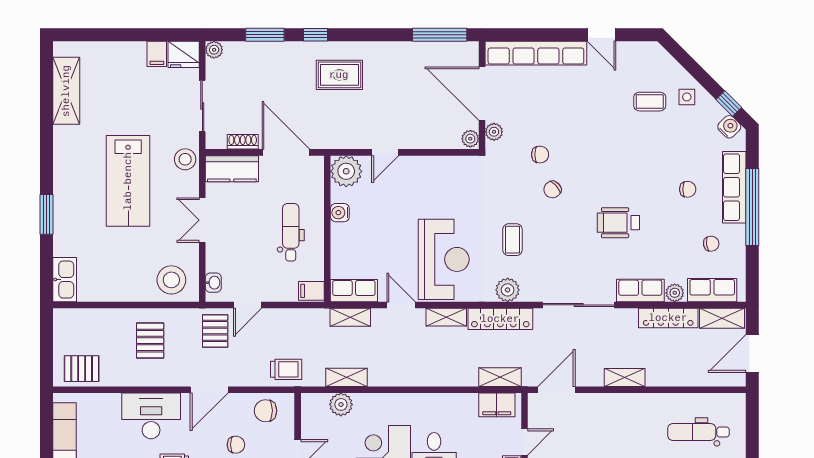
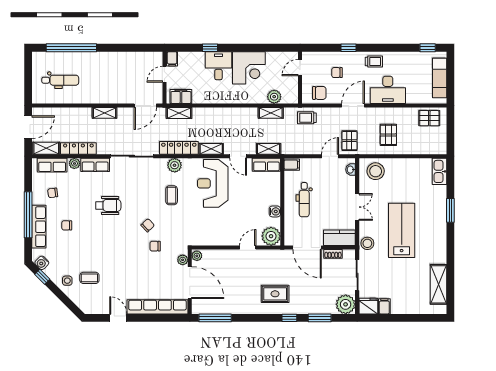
plant: (214, 50) -> (346, 304), width x1.87, depth x1.87

